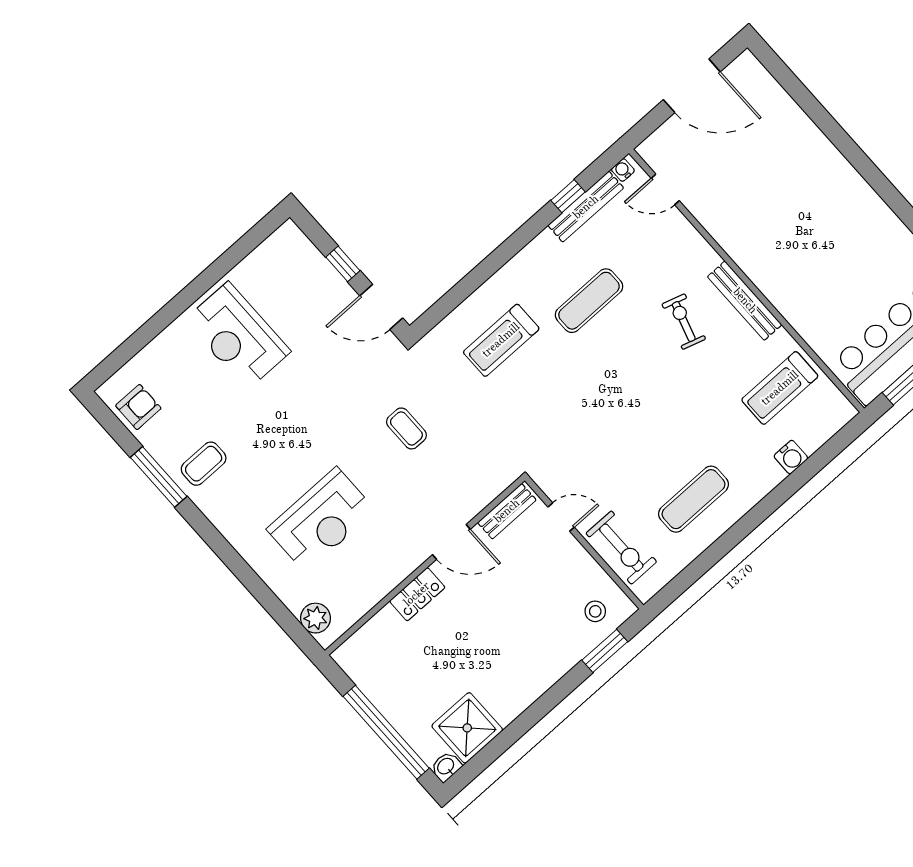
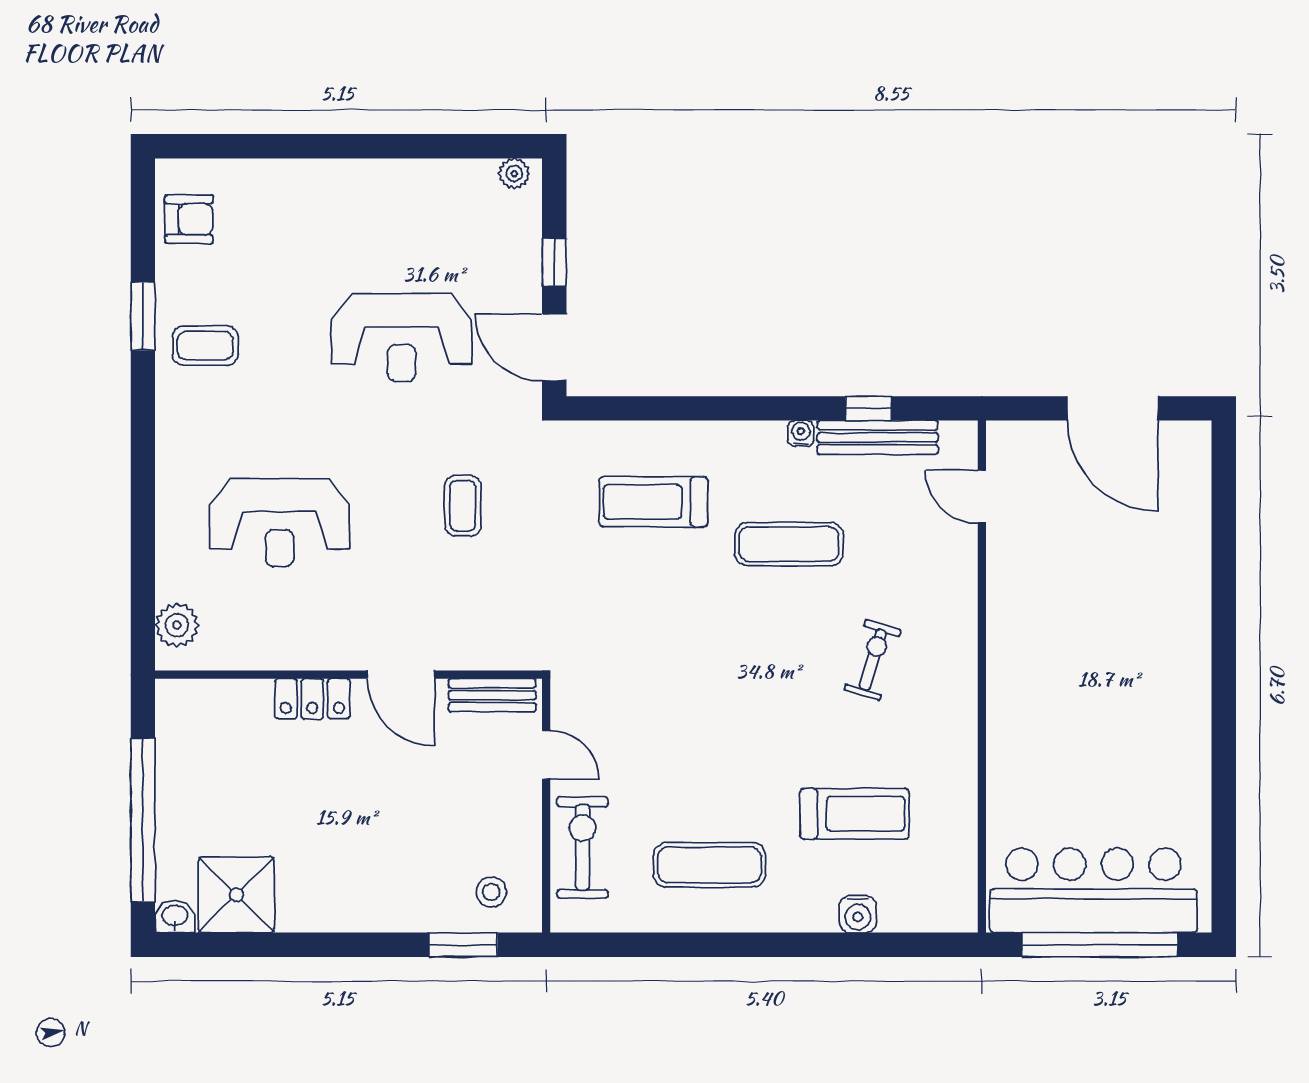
water cooler: (623, 170) -> (801, 434), moved
plant: (283, 237) -> (514, 174), added
bench: (745, 301) -> (960, 697), removed
reception desk: (238, 336) -> (402, 337), moved, turned -90
treadmill: (780, 388) -> (855, 814), moved, turned 180
window: (159, 477) -> (143, 316), width x0.69
exercise bike: (621, 548) -> (583, 847), turned 180

